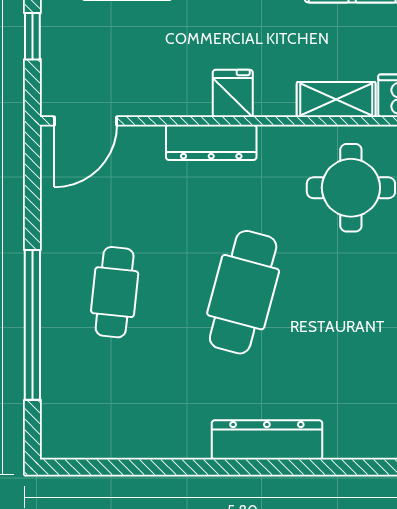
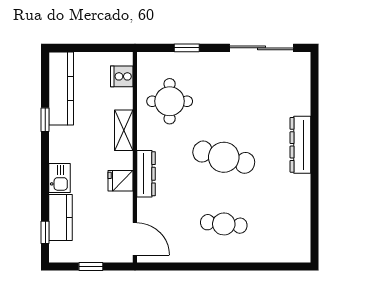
fridge: (233, 93) -> (121, 181), moved
shelving: (336, 100) -> (124, 130), moved
window: (32, 325) -> (241, 267), removed

